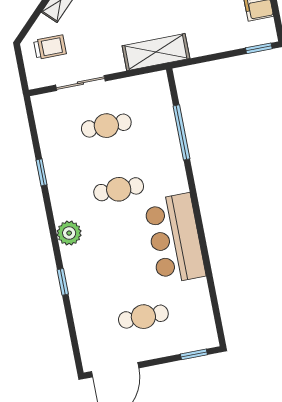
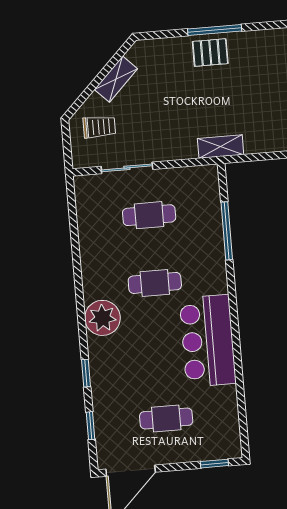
shelving: (156, 52) -> (221, 147), width x0.67, depth x0.75
window: (42, 172) -> (90, 426), moved
plant: (69, 233) -> (102, 318), width x1.36, depth x1.36

